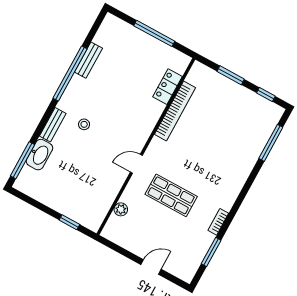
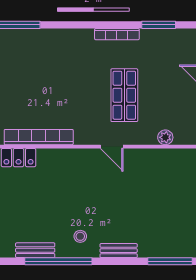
stool: (84, 124) -> (80, 236), moved
washbasin: (40, 155) -> (155, 247), removed
bookcase: (218, 222) -> (117, 34), width x1.56

